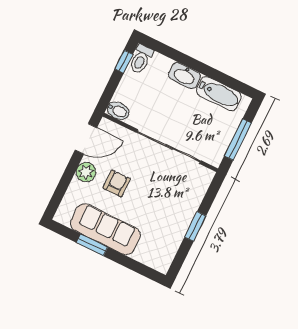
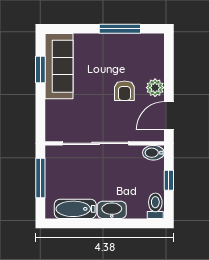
window: (124, 62) -> (169, 180), moved
window: (195, 226) -> (40, 69), moved
sofa: (105, 229) -> (59, 66), moved, turned -90
window: (92, 245) -> (120, 29), width x1.44

